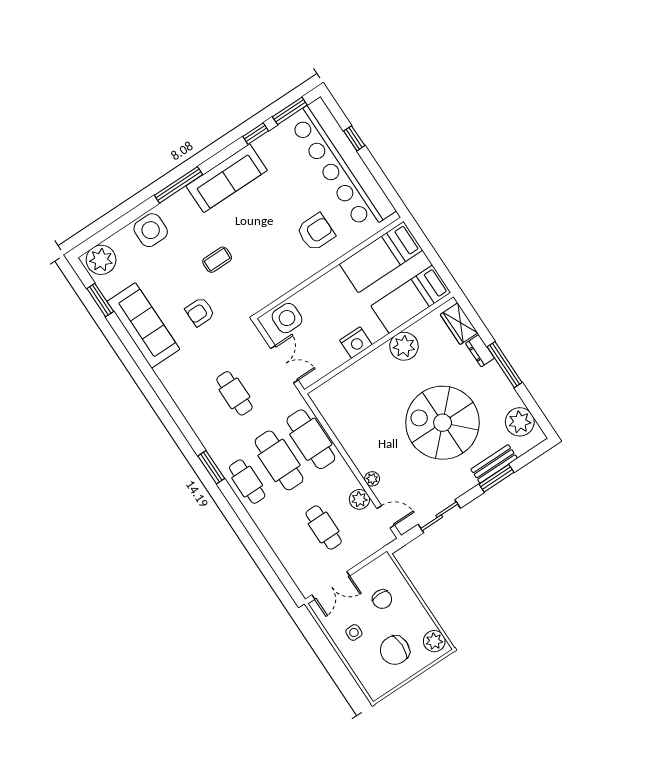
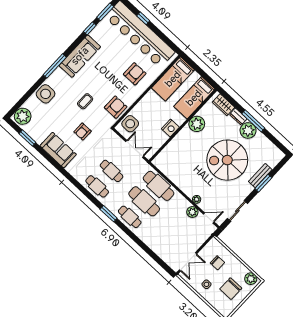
armchair: (268, 283) -> (116, 107), added
sofa: (143, 325) -> (58, 150), width x0.73
plant: (520, 422) -> (248, 130), moved
cafe table: (324, 528) -> (97, 186), moved

